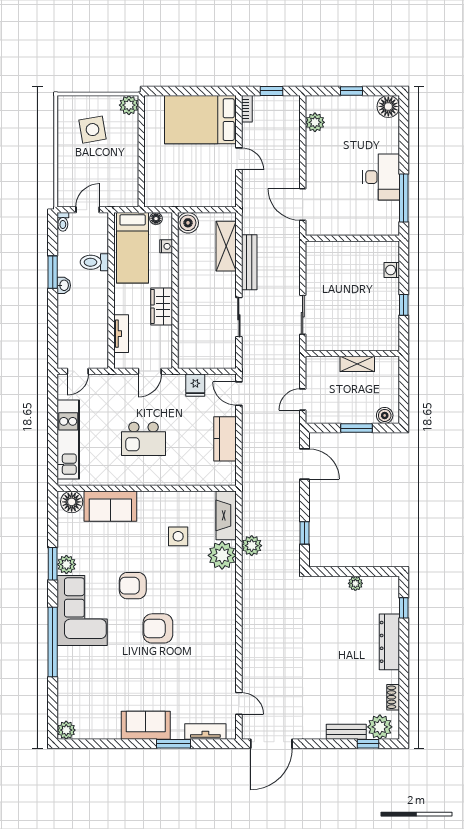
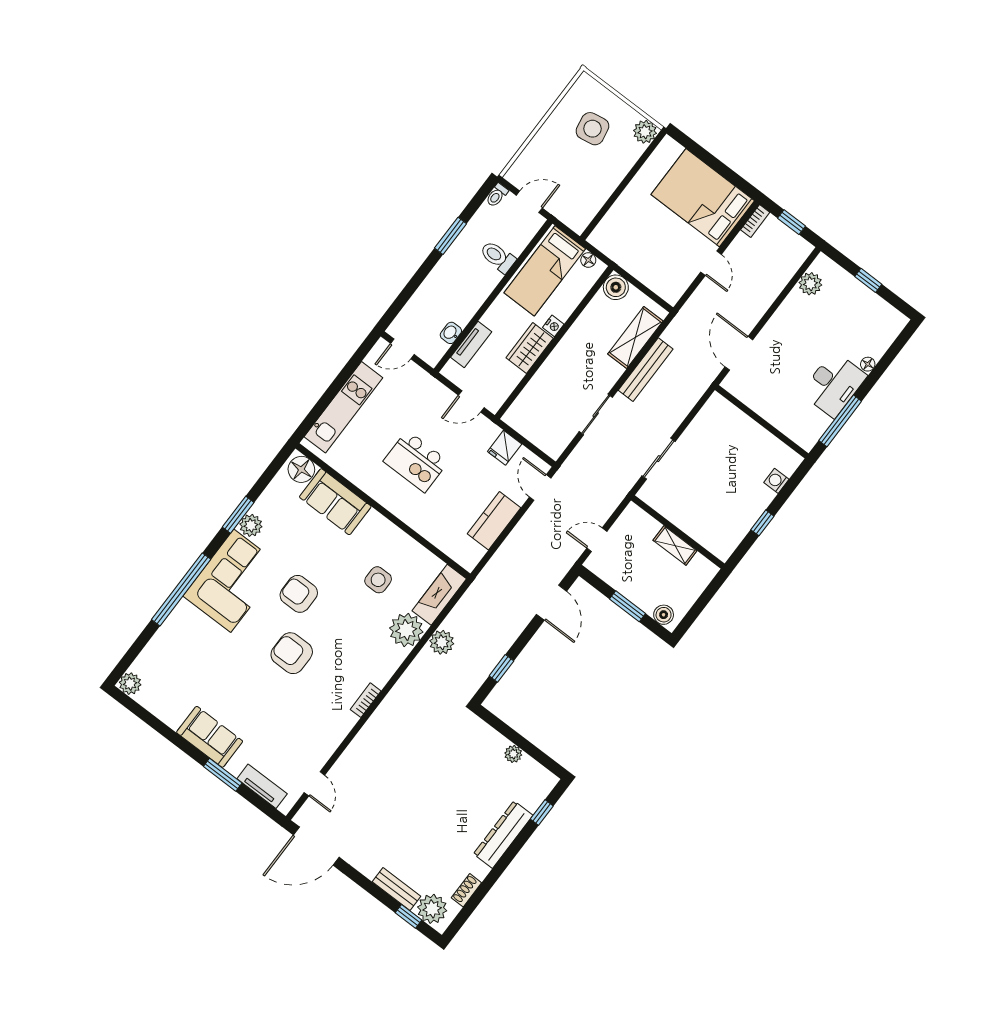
floor lamp: (388, 106) -> (868, 364), moved, width x0.53, depth x0.53
nightstand: (166, 246) -> (553, 326), moved
washbasin: (64, 285) -> (451, 333), moved, turned 180
bookcase: (231, 622) -> (366, 700), added

